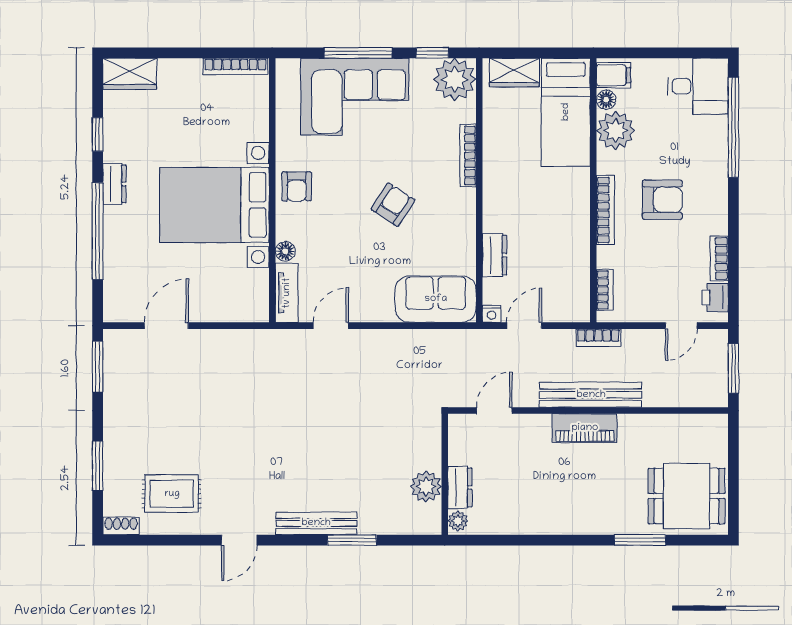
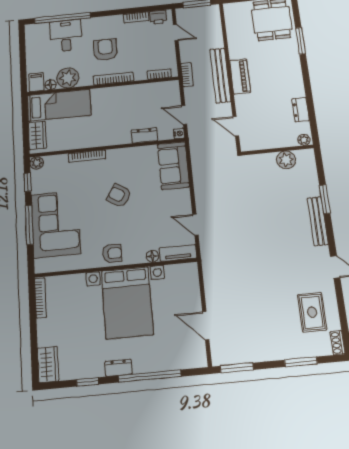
plant: (455, 79) -> (37, 163), width x0.53, depth x0.53
desk: (698, 86) -> (66, 36), moved
dresser: (460, 487) -> (301, 110), moved, turned -90

